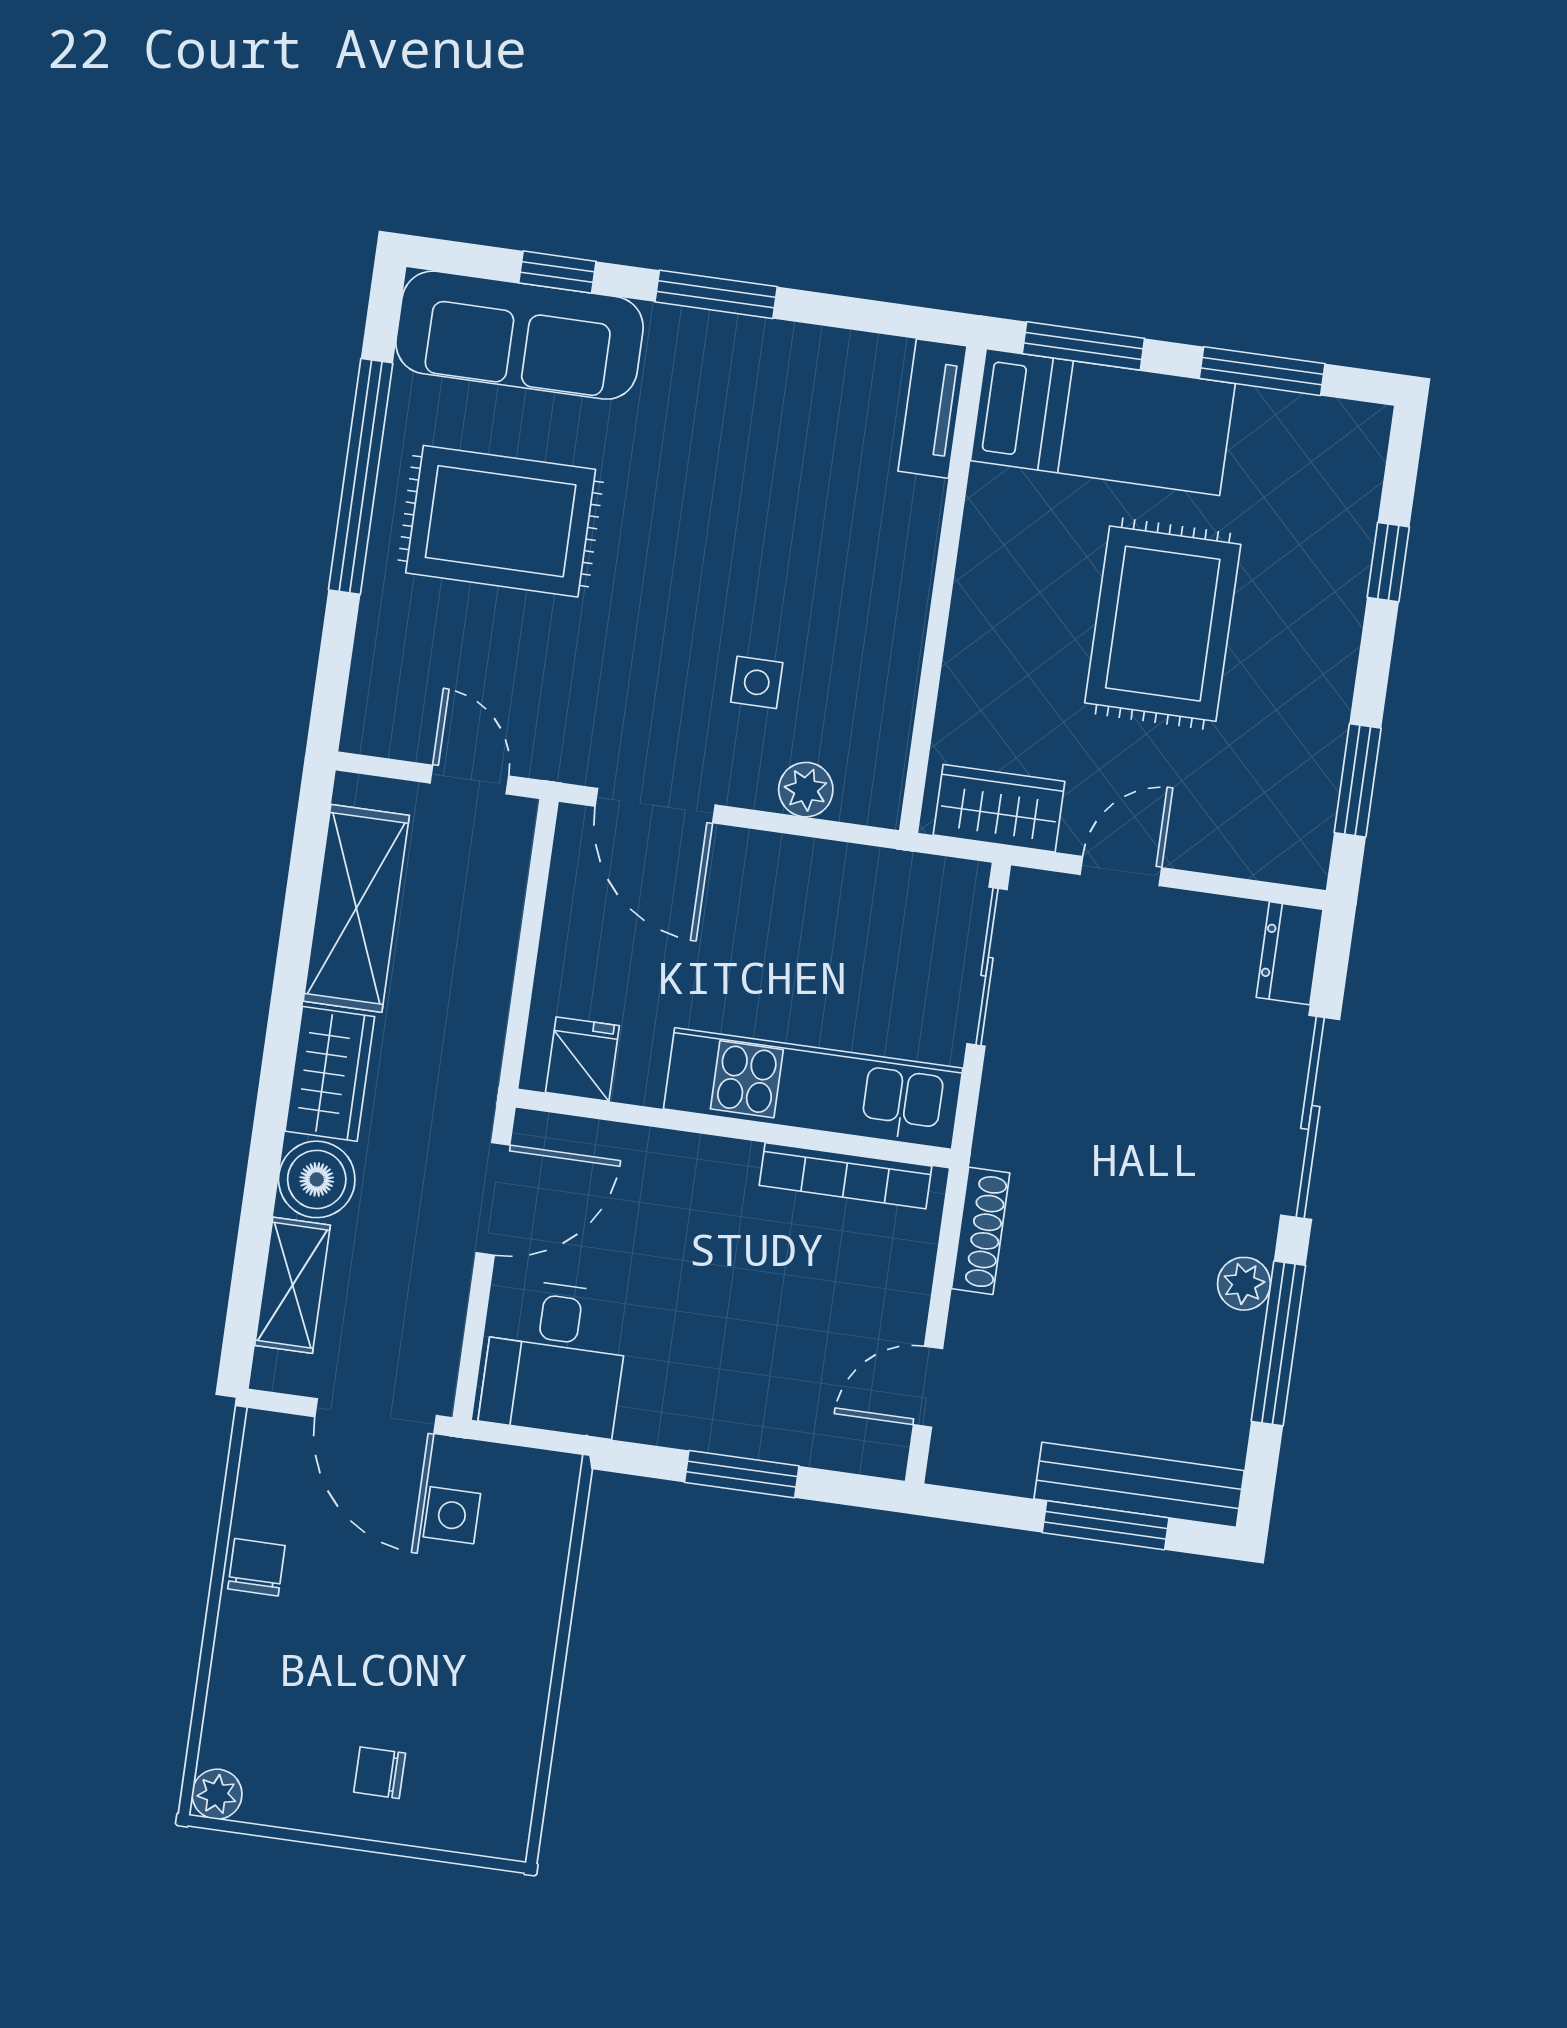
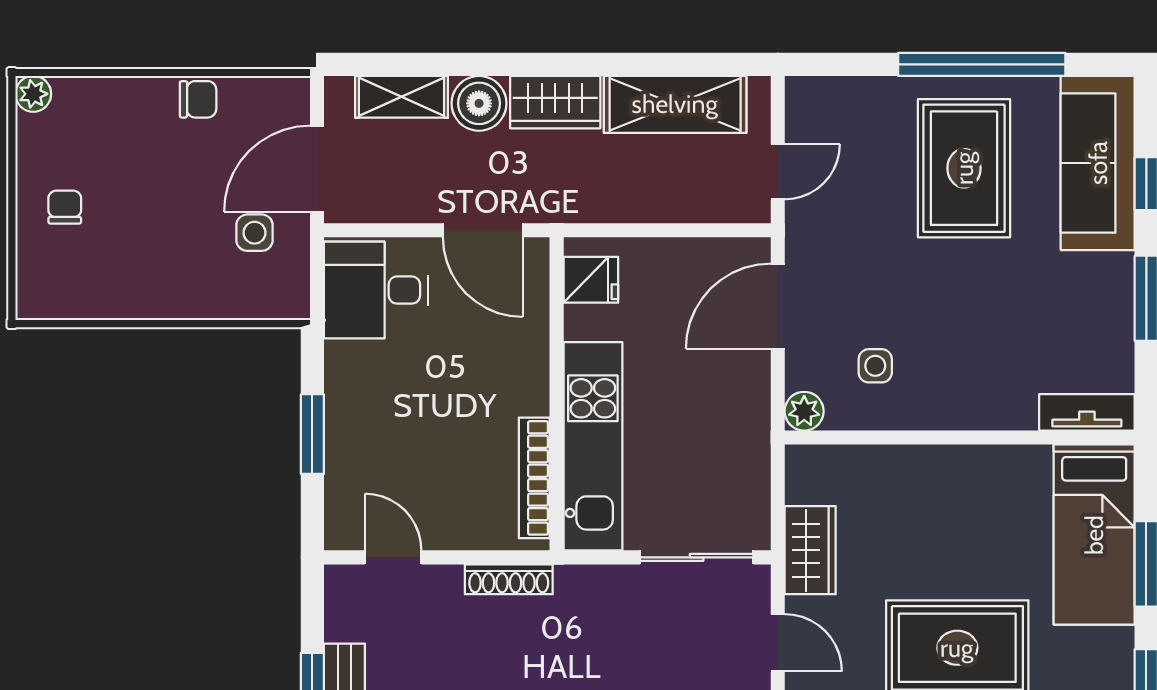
tv unit: (932, 409) -> (1087, 412), moved
bed: (1103, 422) -> (1094, 535), moved
wall: (943, 589) -> (960, 438), moved

